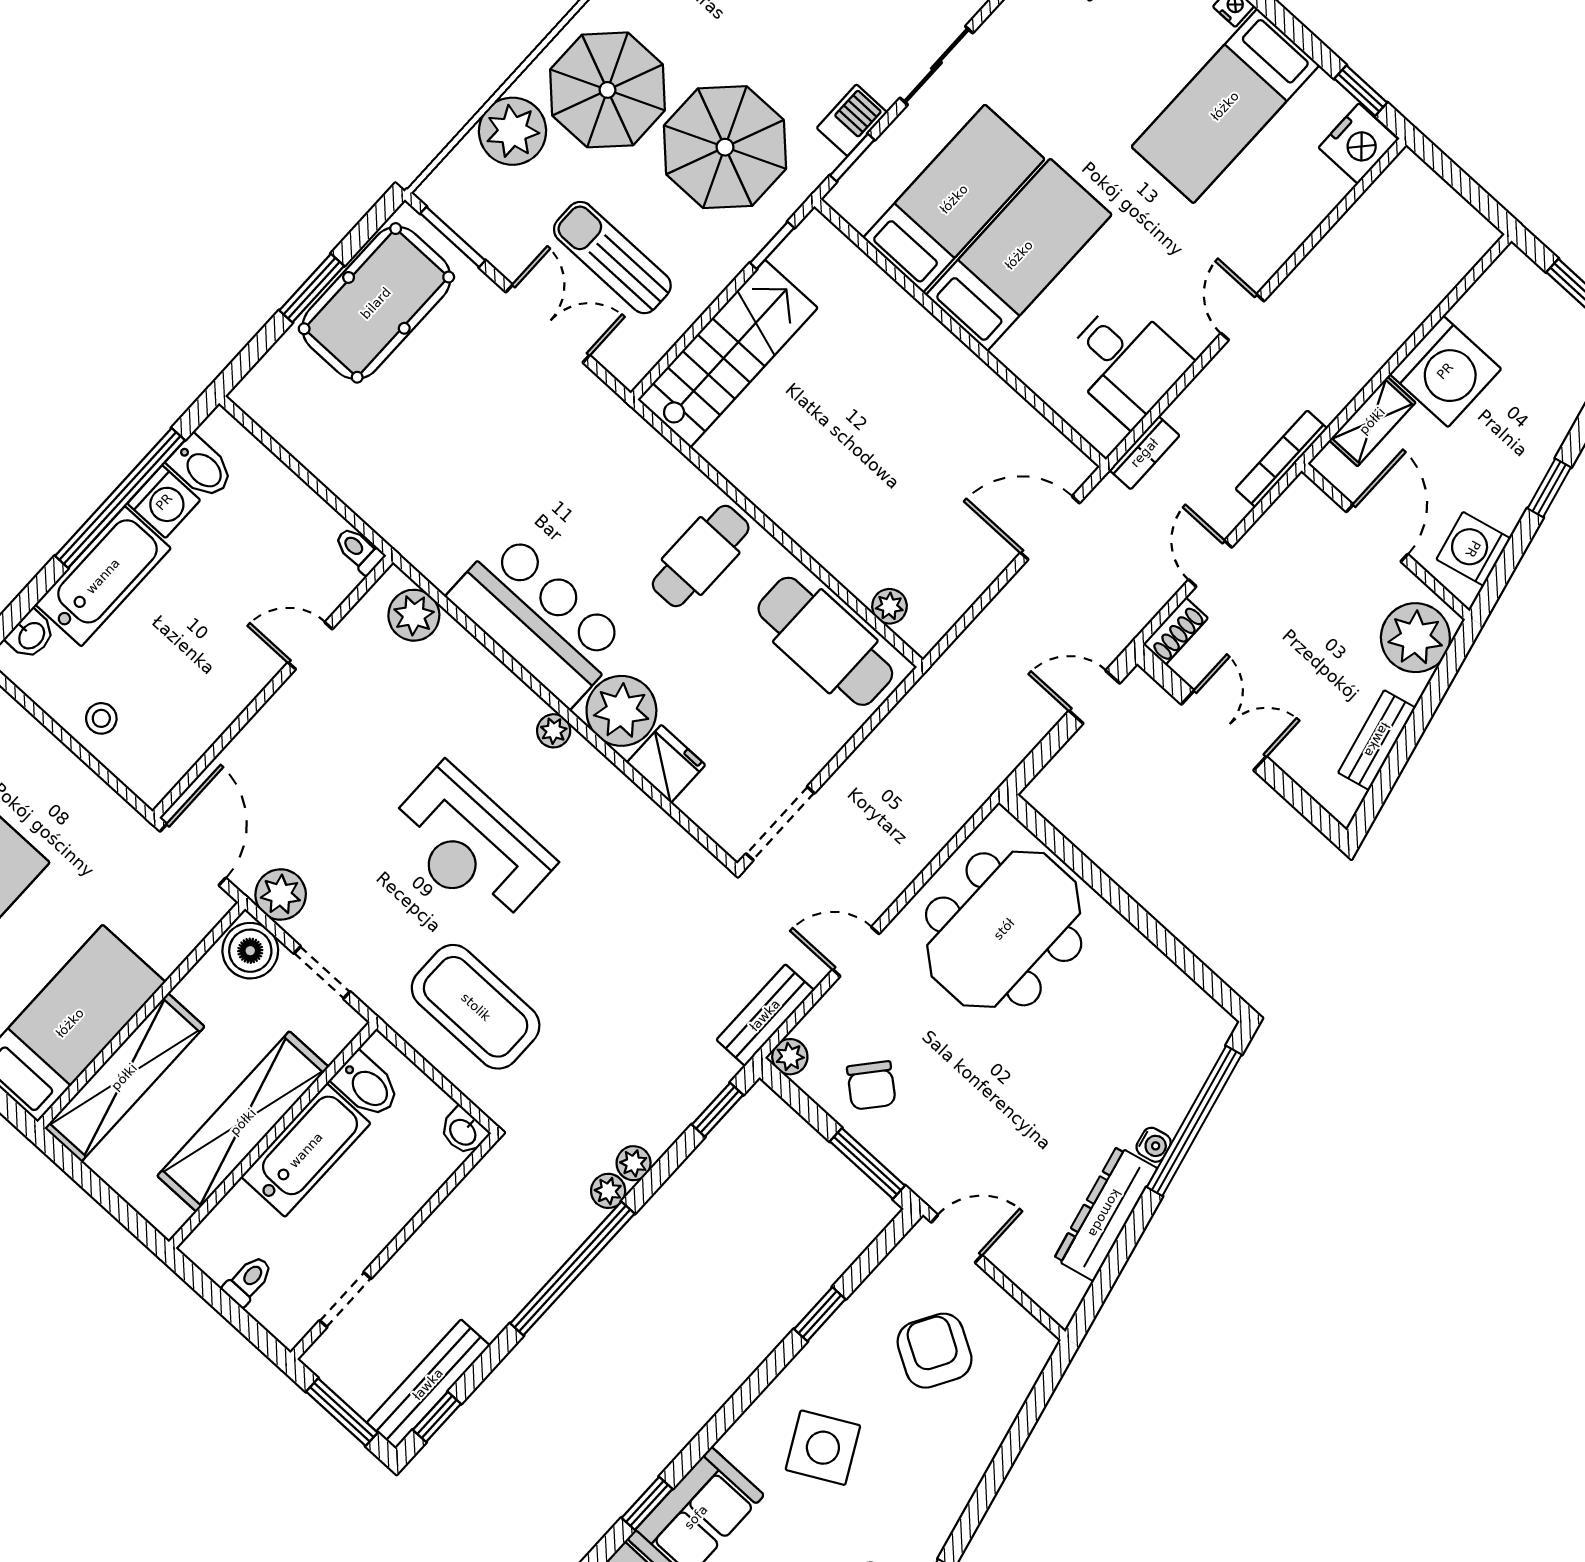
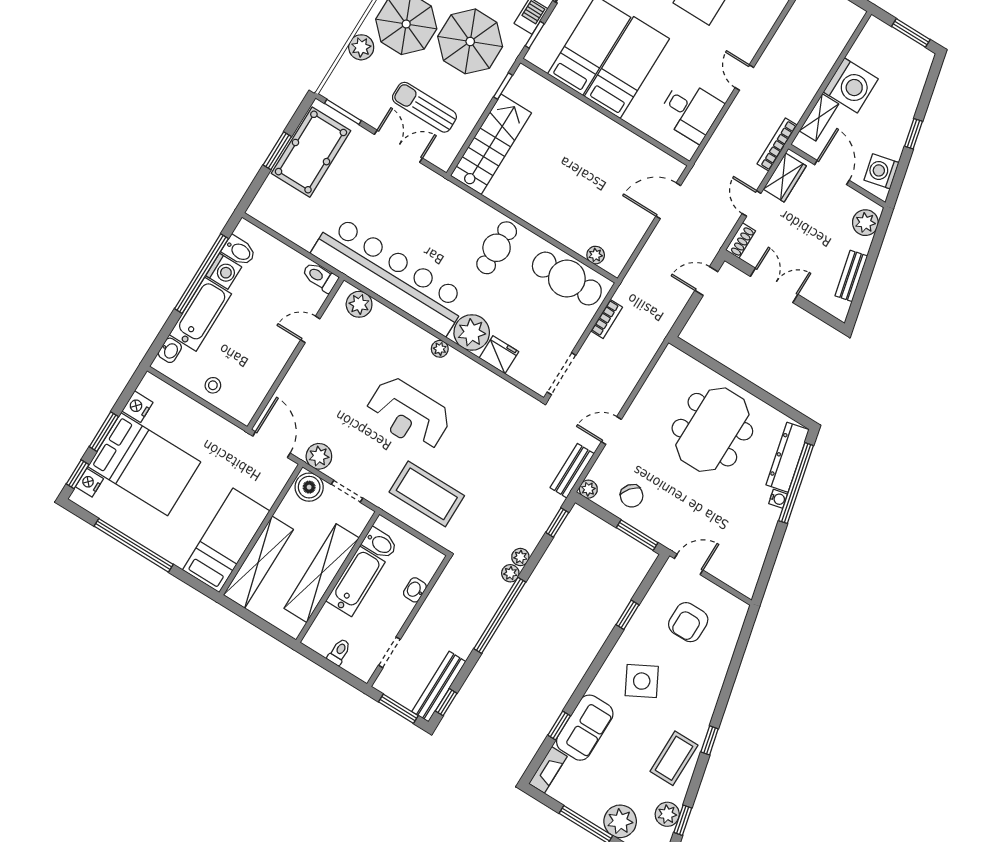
plant: (513, 131) -> (361, 47), width x0.73, depth x0.73
bookcase: (1144, 453) -> (607, 319), moved
wardrobe: (1284, 525) -> (785, 177), added
toilet: (359, 550) -> (320, 277), width x1.37, depth x1.39
bar counter: (539, 619) -> (390, 275), width x1.86
plant: (1415, 638) -> (865, 223), width x0.73, depth x0.73
meeting table: (1004, 929) -> (712, 430), moved
washbasin: (463, 1131) -> (415, 590), moved, turned 90
dresser: (1105, 1213) -> (788, 457), moved
armchair: (935, 1351) -> (688, 622), turned -120

